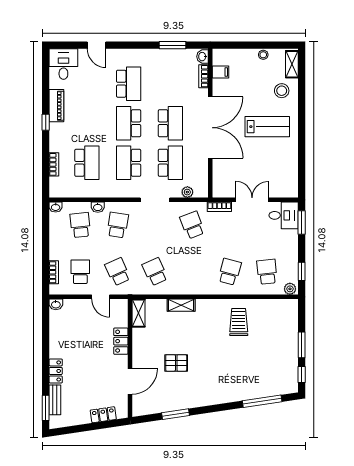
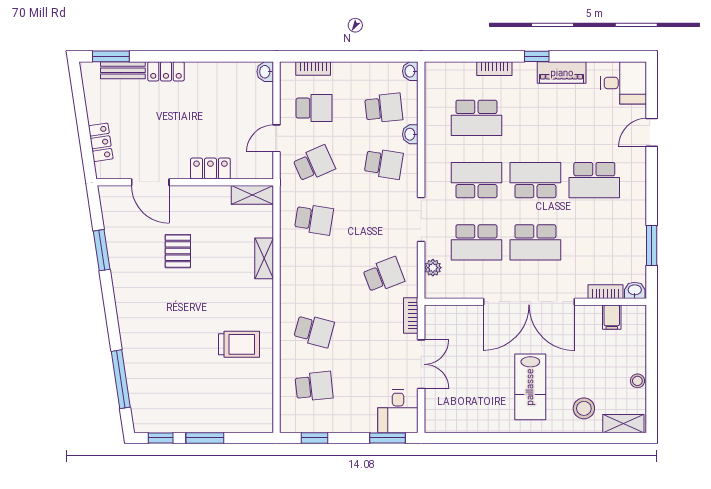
bookcase: (54, 164) -> (494, 69), moved
school desk: (155, 272) -> (314, 219), turned 33
plant: (290, 289) -> (288, 421), removed

